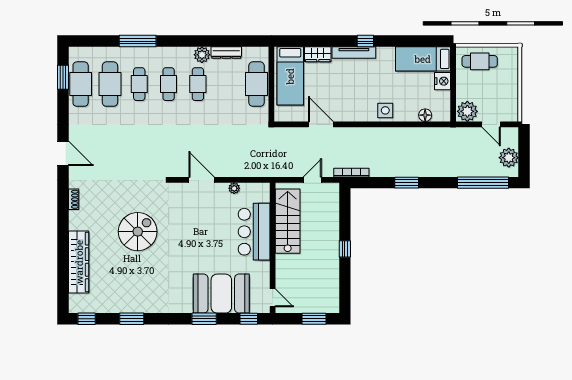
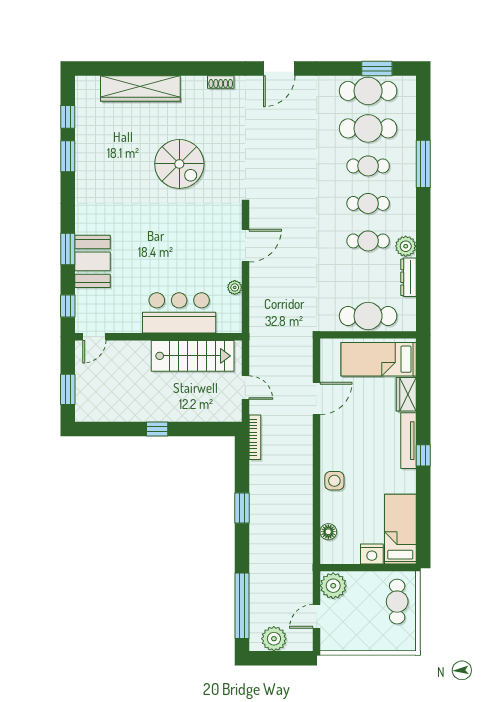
booth: (221, 294) -> (93, 261), width x0.73, depth x0.70
window: (87, 319) -> (68, 117), moved

